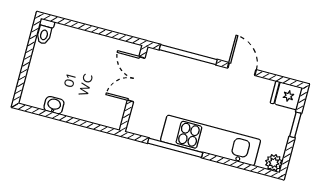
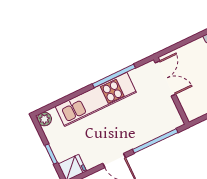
double door: (136, 79) -> (165, 78), moved

